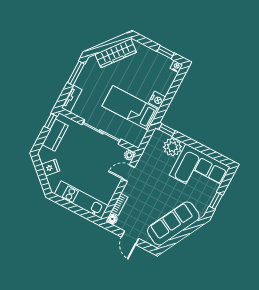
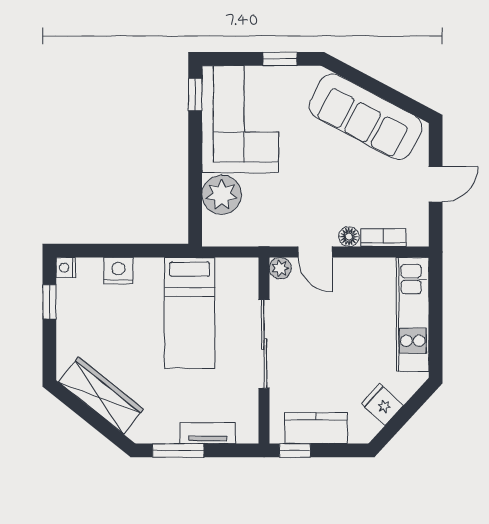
tv unit: (72, 99) -> (208, 433), moved
nightstand: (157, 100) -> (118, 271), moved
window: (167, 130) -> (195, 95), moved
floor lamp: (112, 219) -> (349, 237), moved

